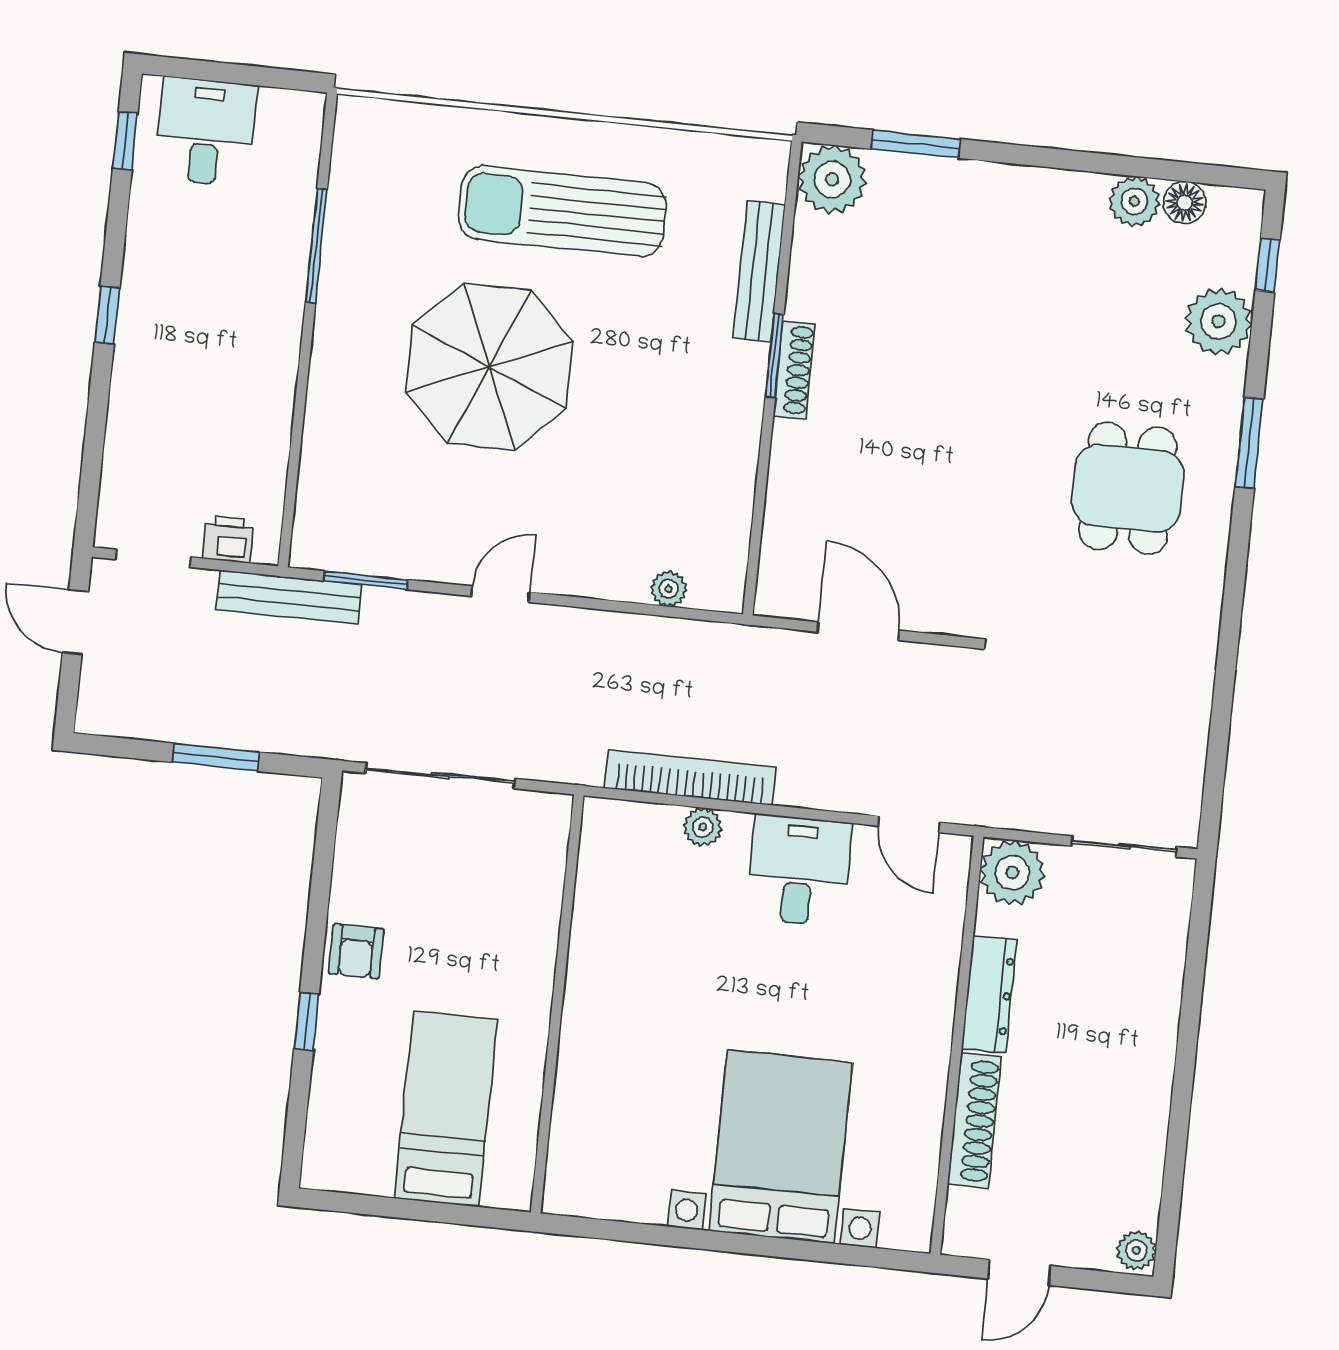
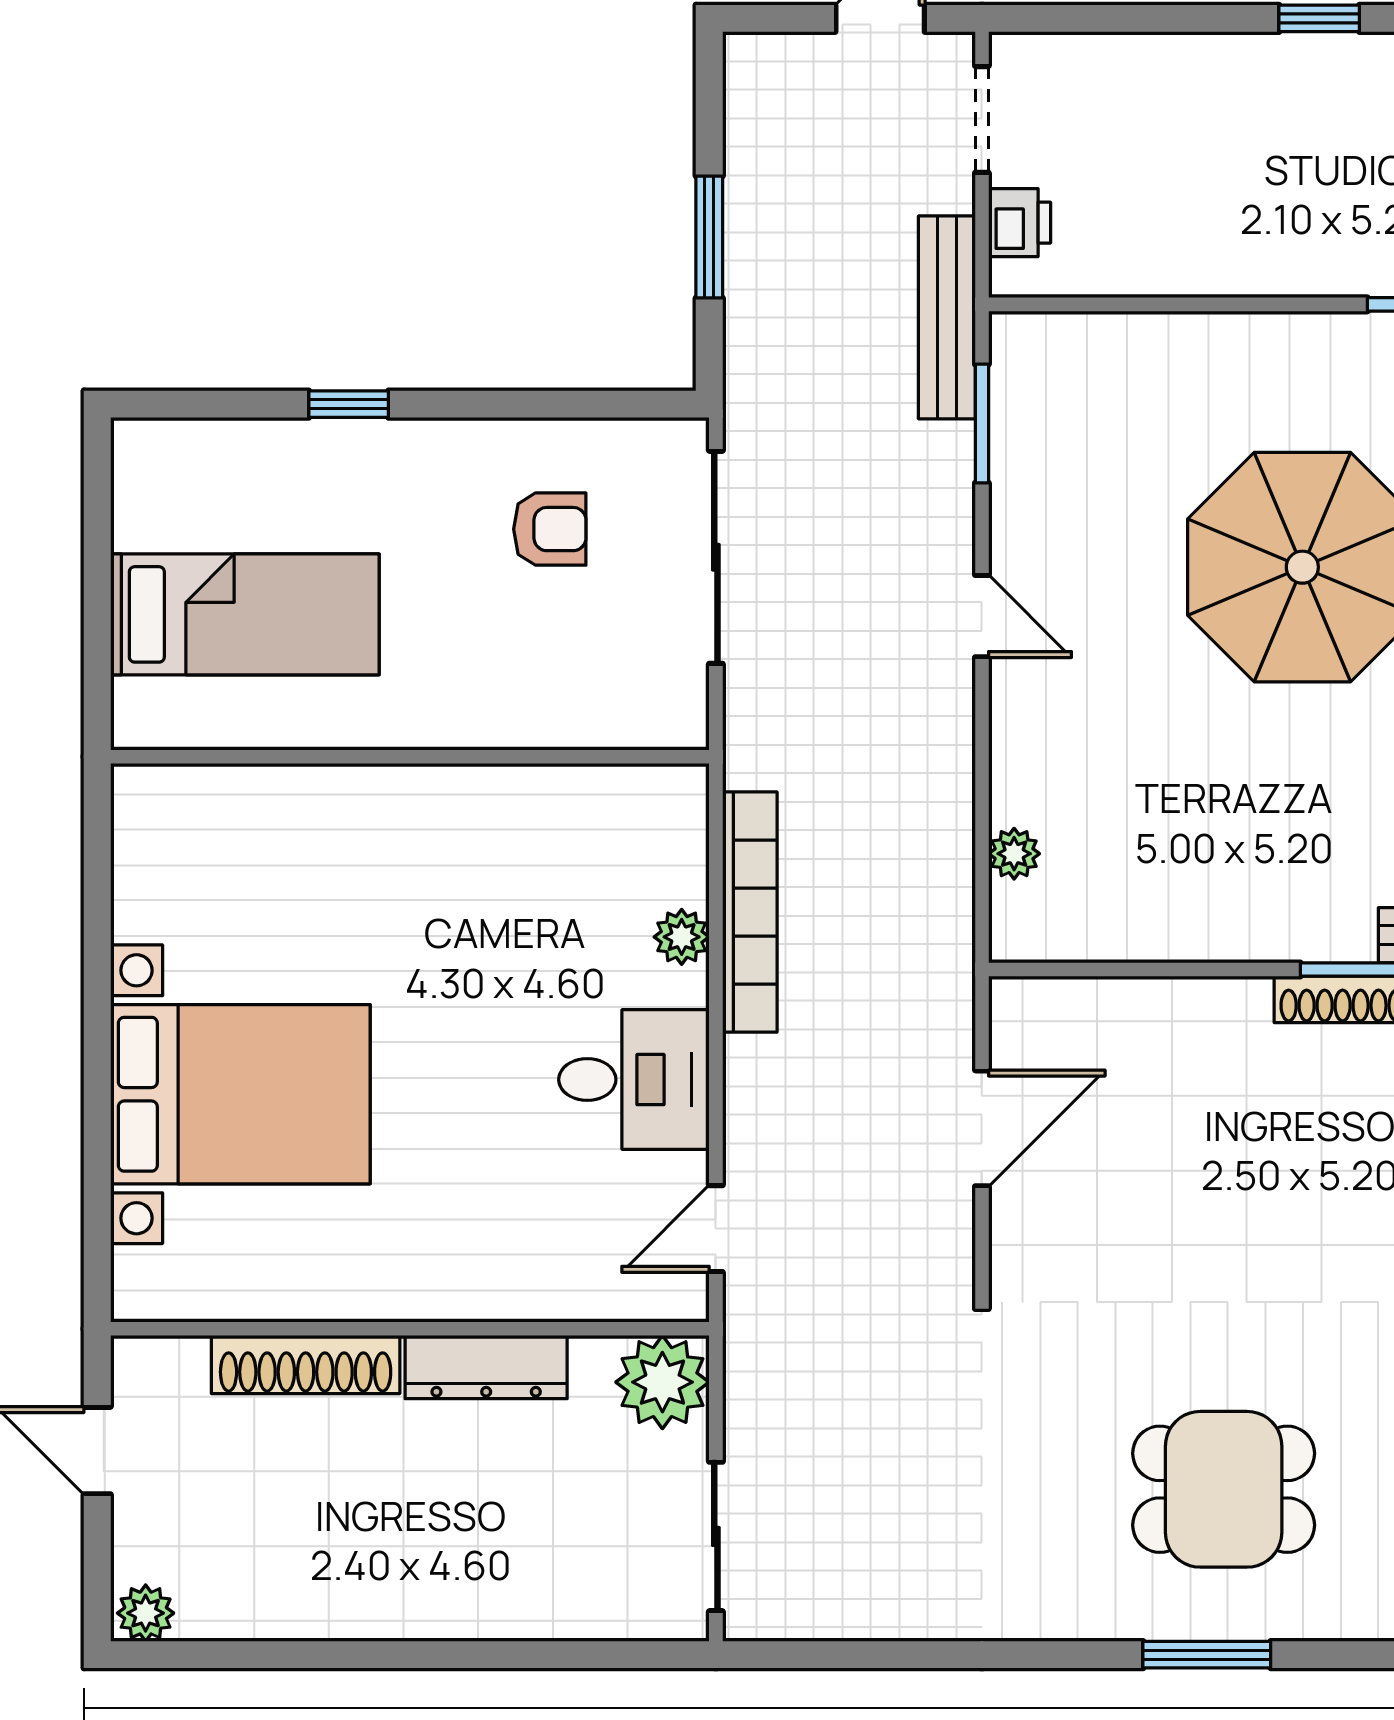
window: (1249, 443) -> (1207, 1655), moved
armchair: (356, 951) -> (550, 529), moved, turned 180

